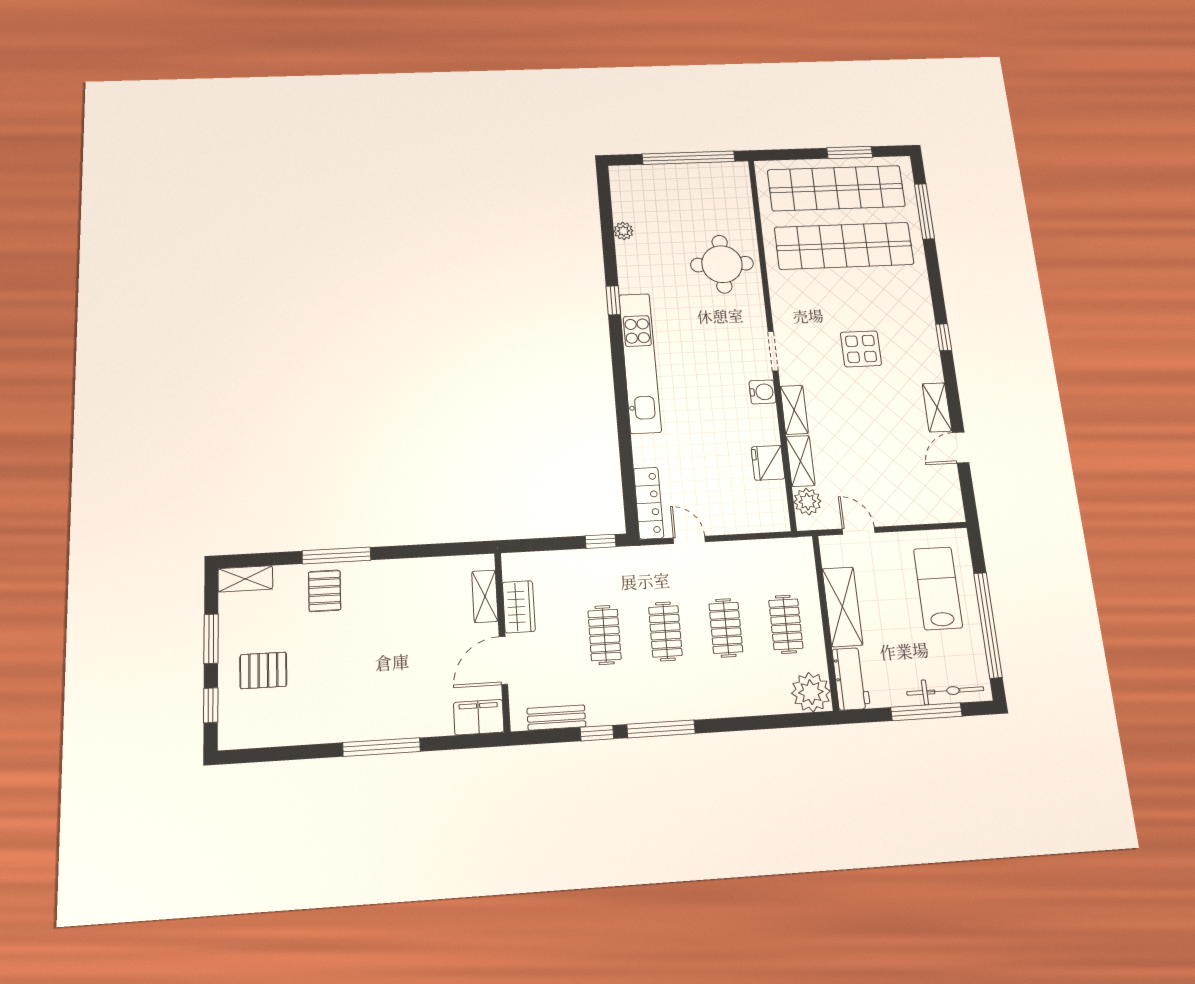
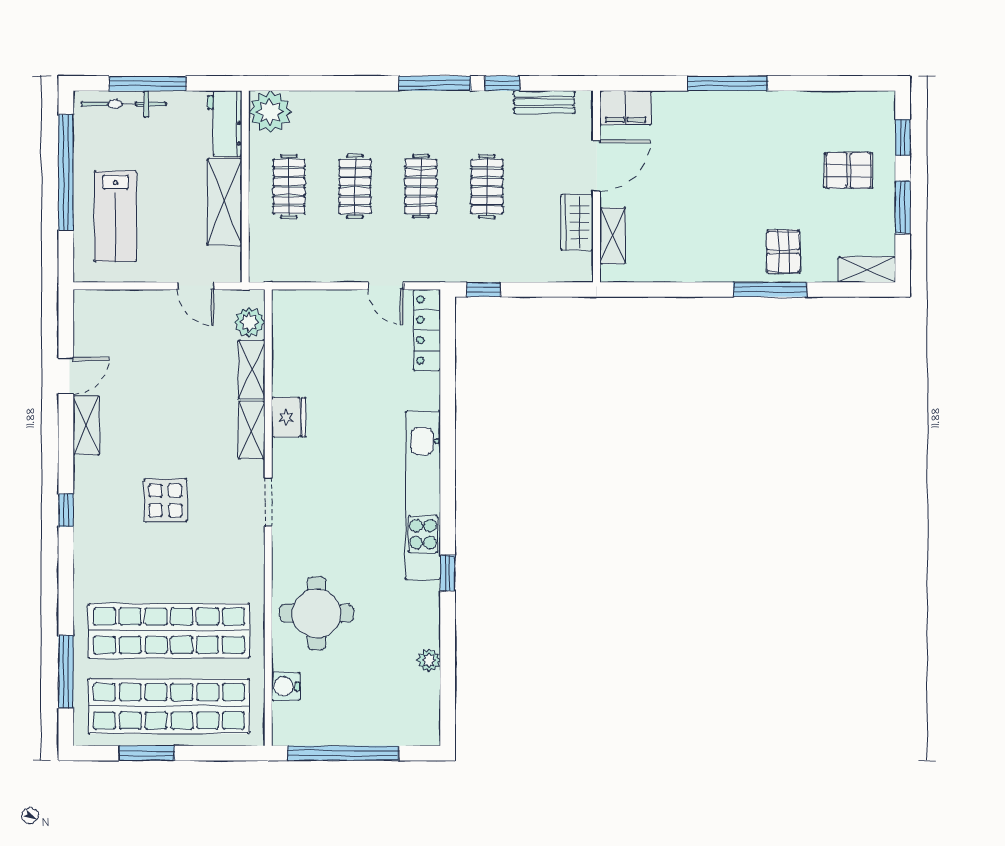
water cooler: (762, 392) -> (286, 686), moved
fridge: (768, 463) -> (289, 417), moved

